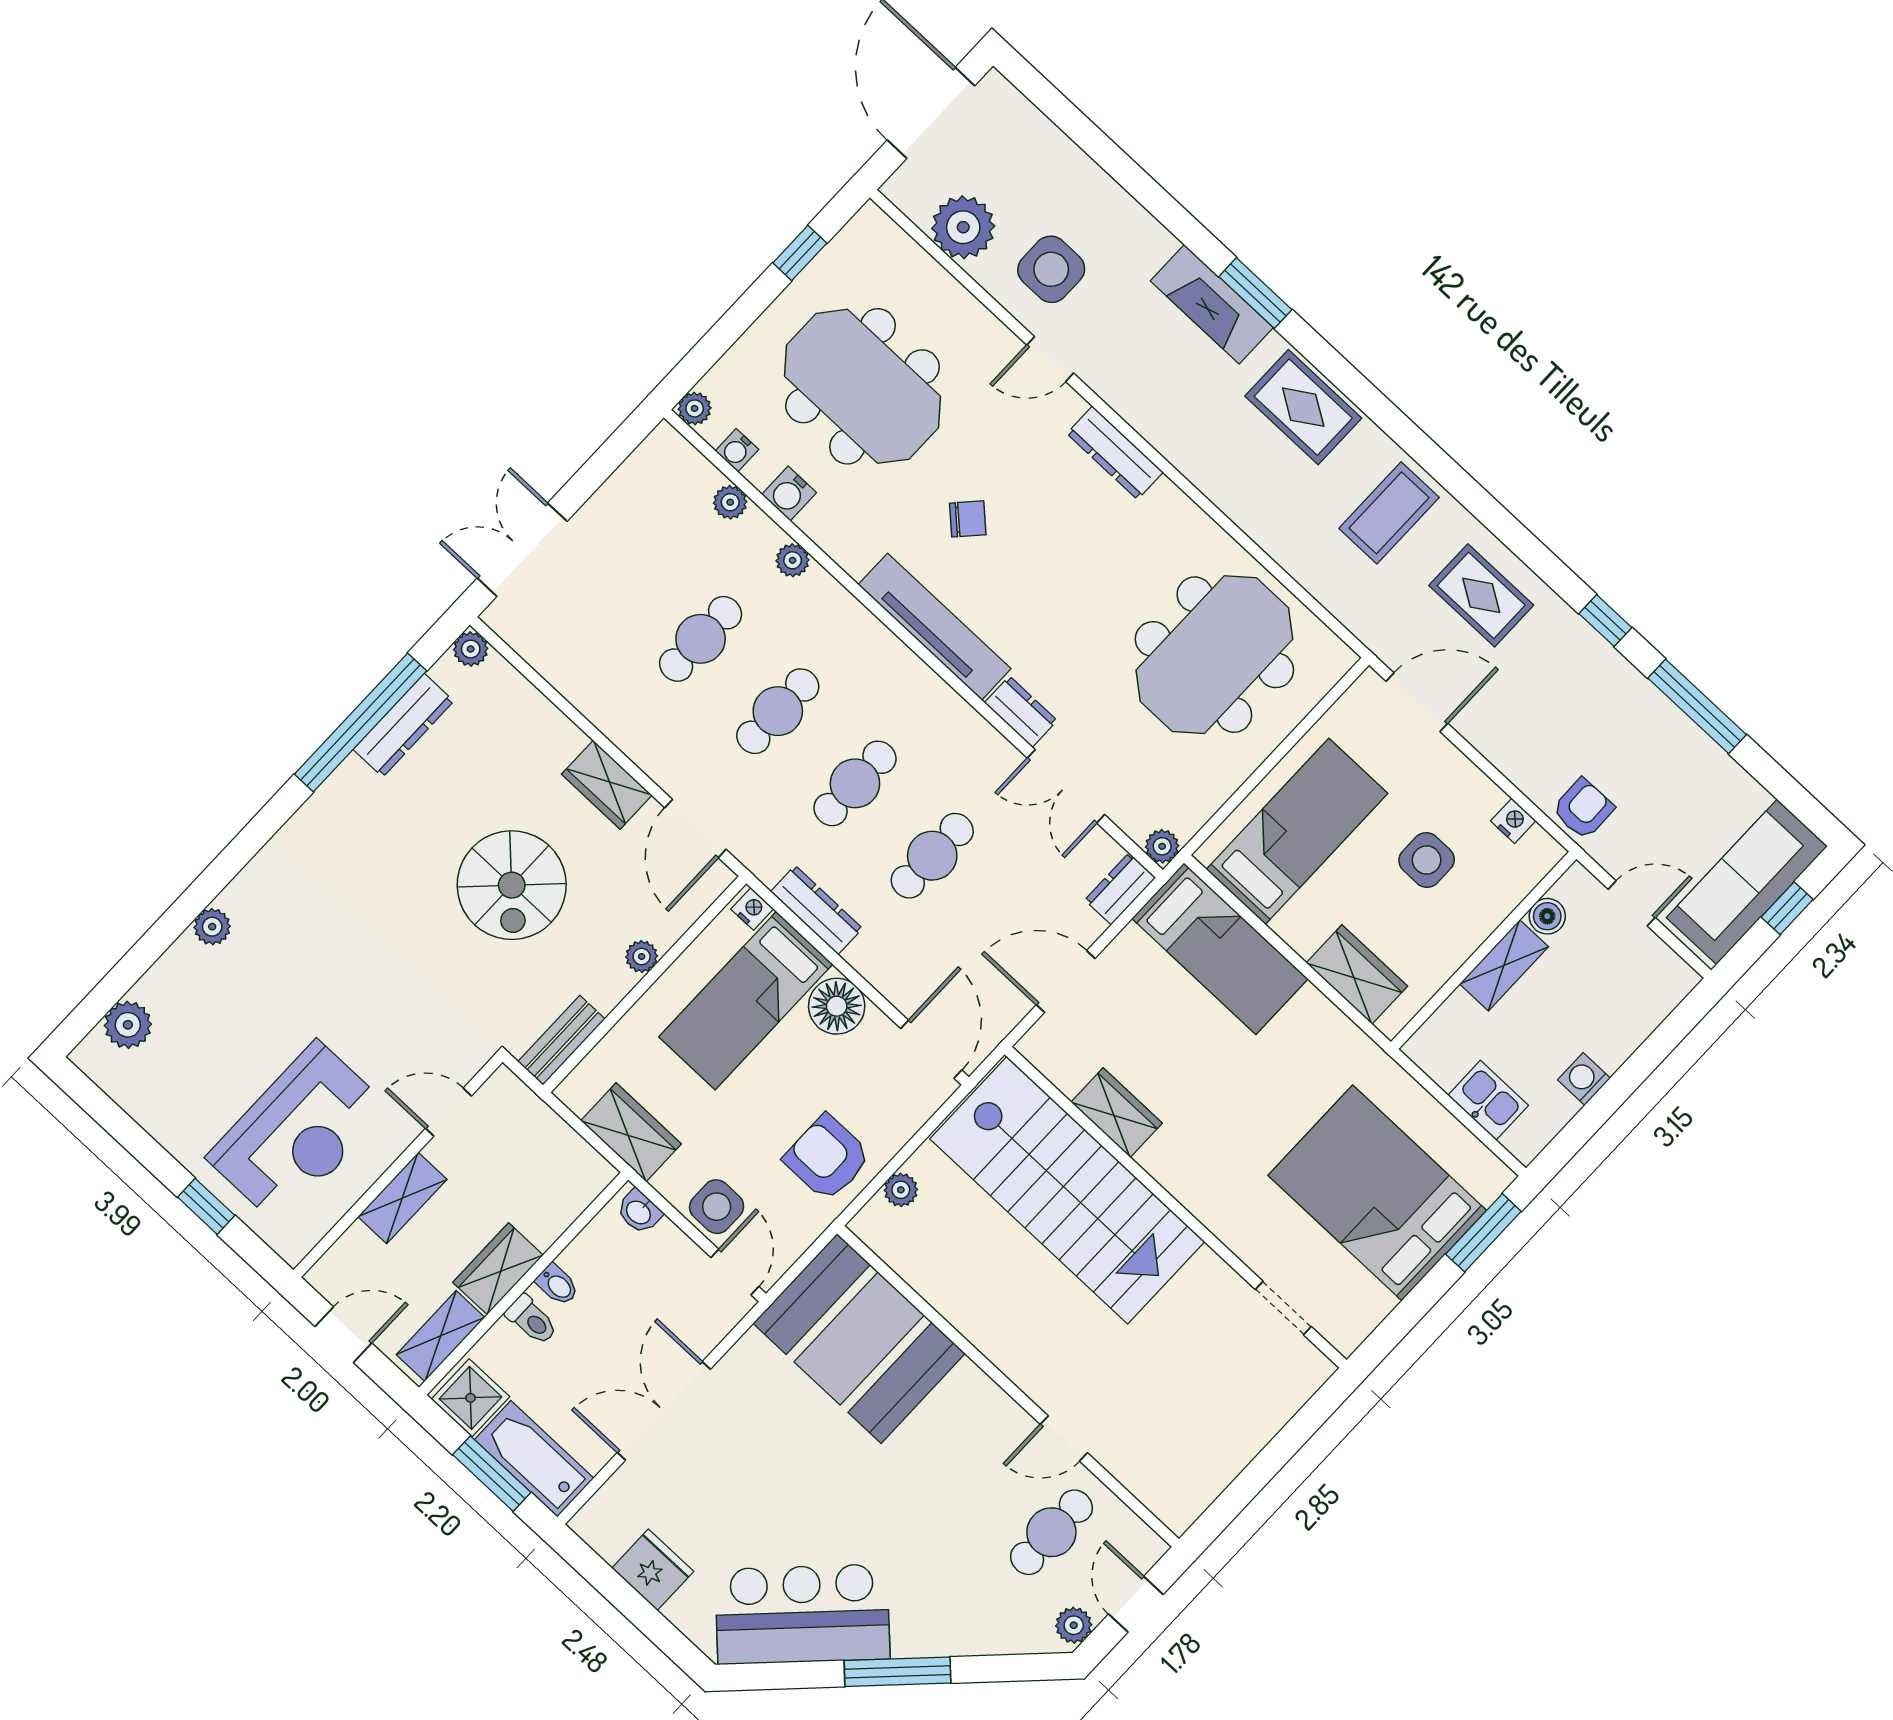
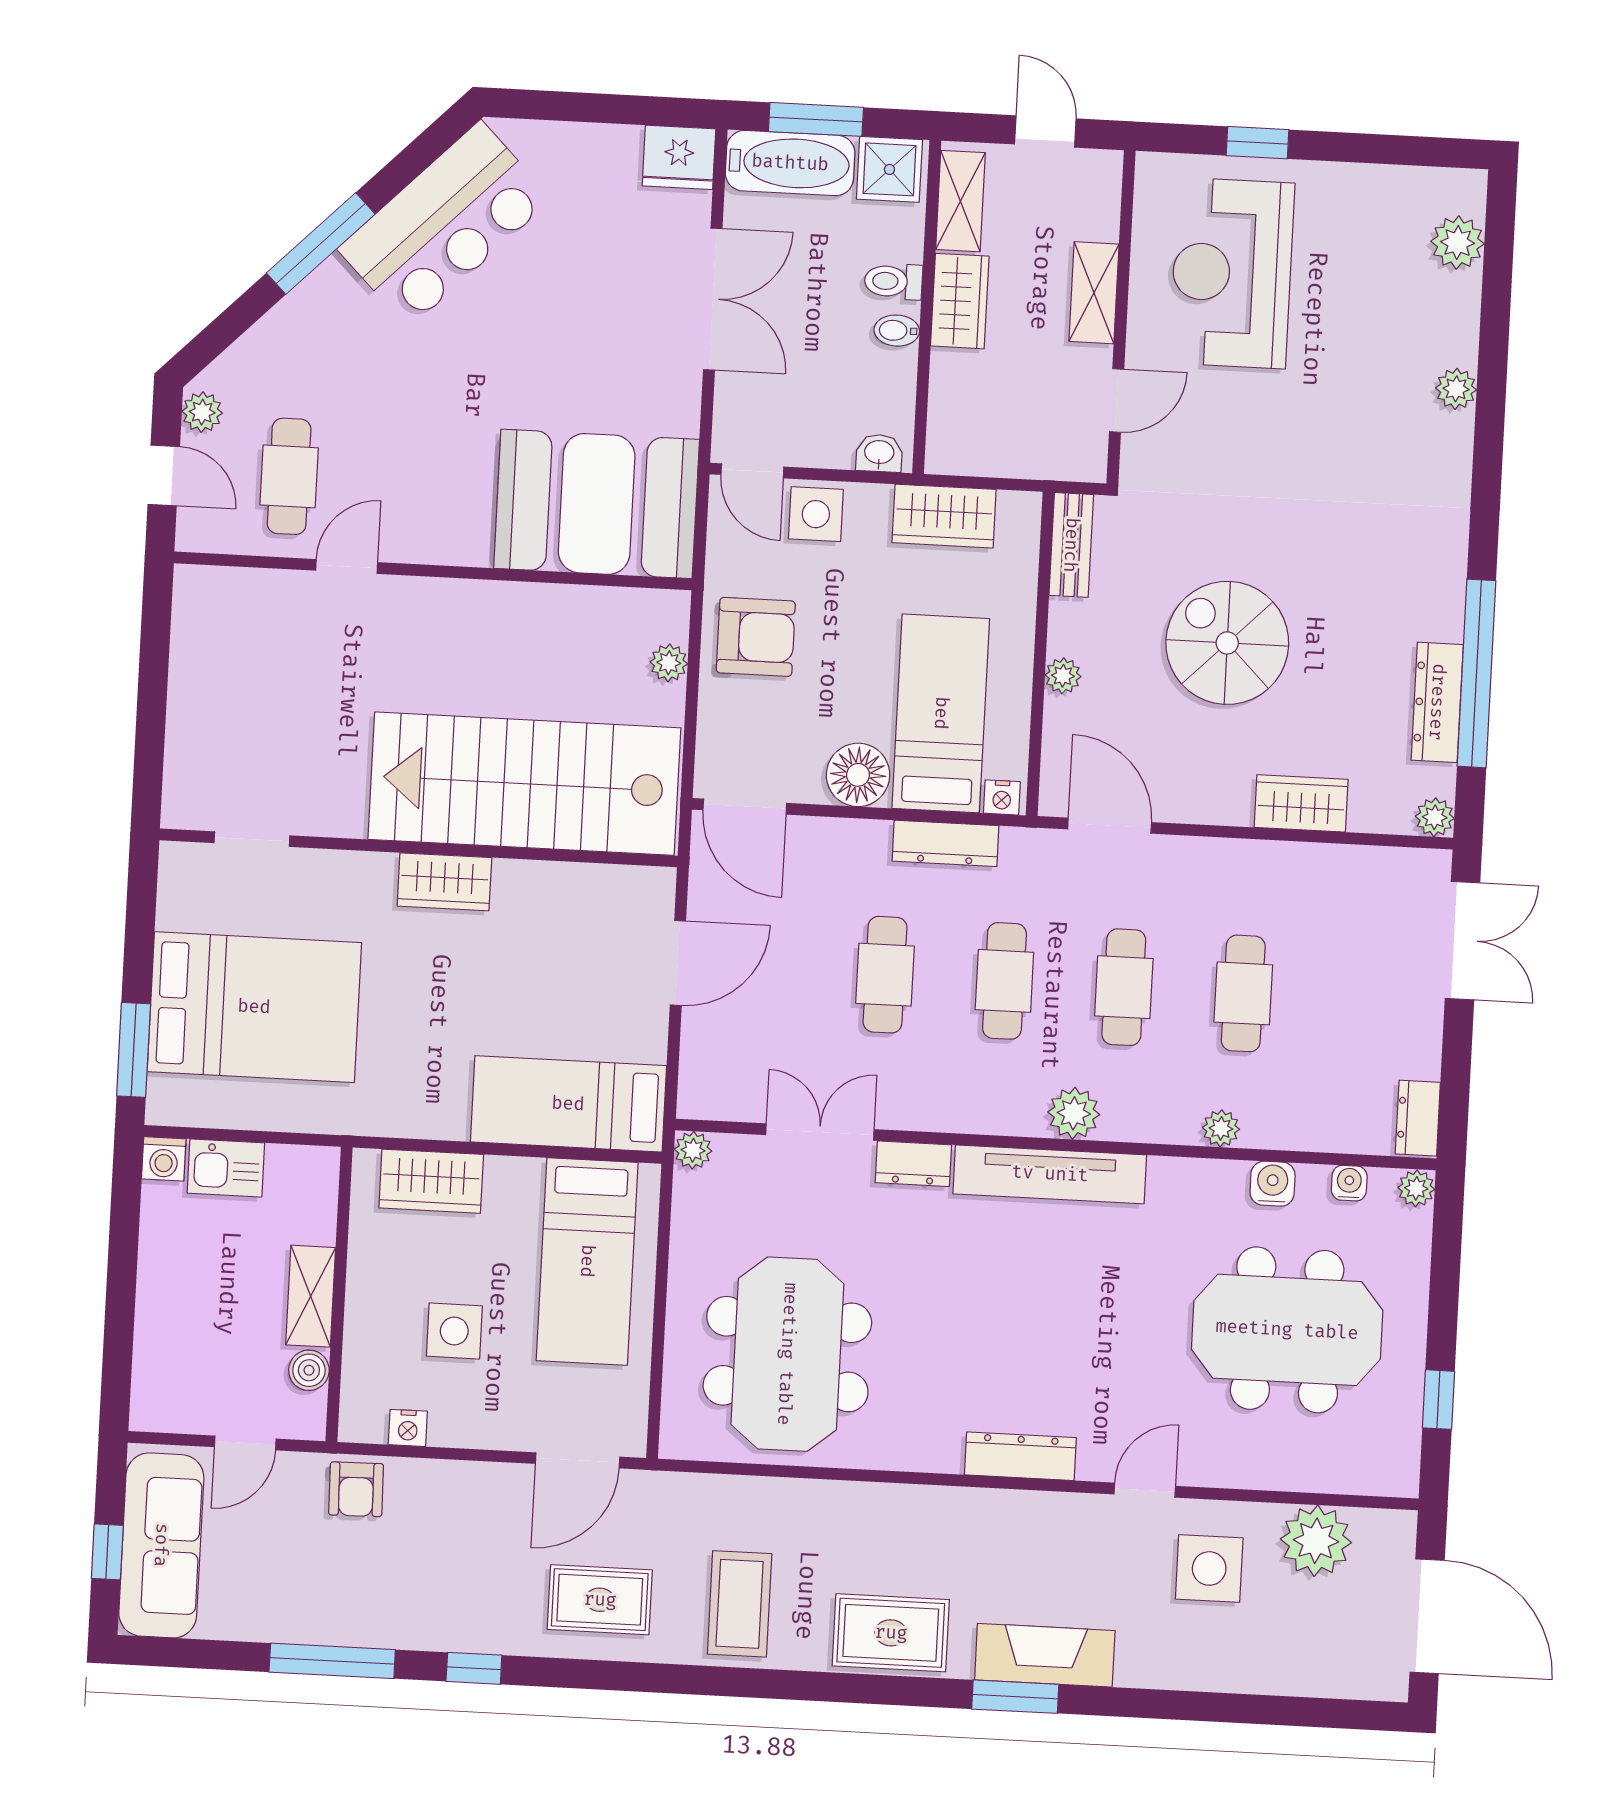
plant: (730, 502) -> (1074, 1113), moved, width x1.38, depth x1.38
chair: (968, 519) -> (1100, 1292), removed
wardrobe: (607, 785) -> (1301, 803), moved
dresser: (1120, 889) -> (1418, 1118), moved, turned 180
washing machine: (1584, 1079) -> (164, 1159), moved, turned 90
wardrobe: (1117, 1113) -> (444, 882), moved
door: (343, 1335) -> (1045, 131), swing flipped
fridge: (653, 1570) -> (679, 157), moved

